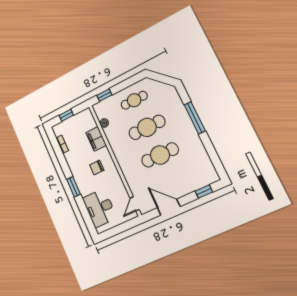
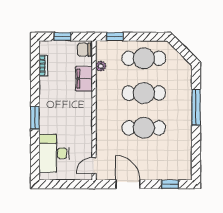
cafe table: (134, 100) -> (144, 58), width x1.37, depth x1.35
chair: (97, 168) -> (84, 50), moved

